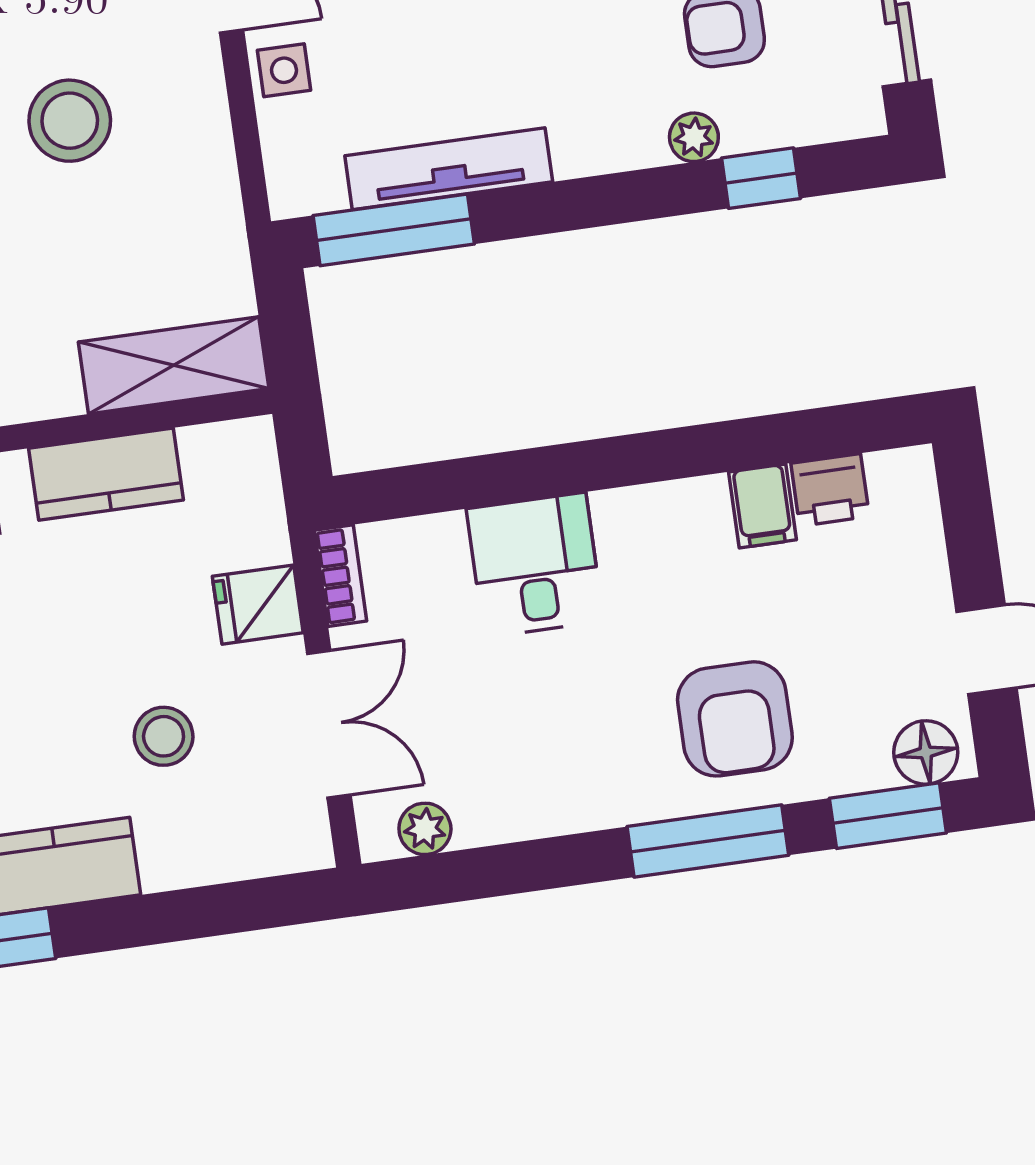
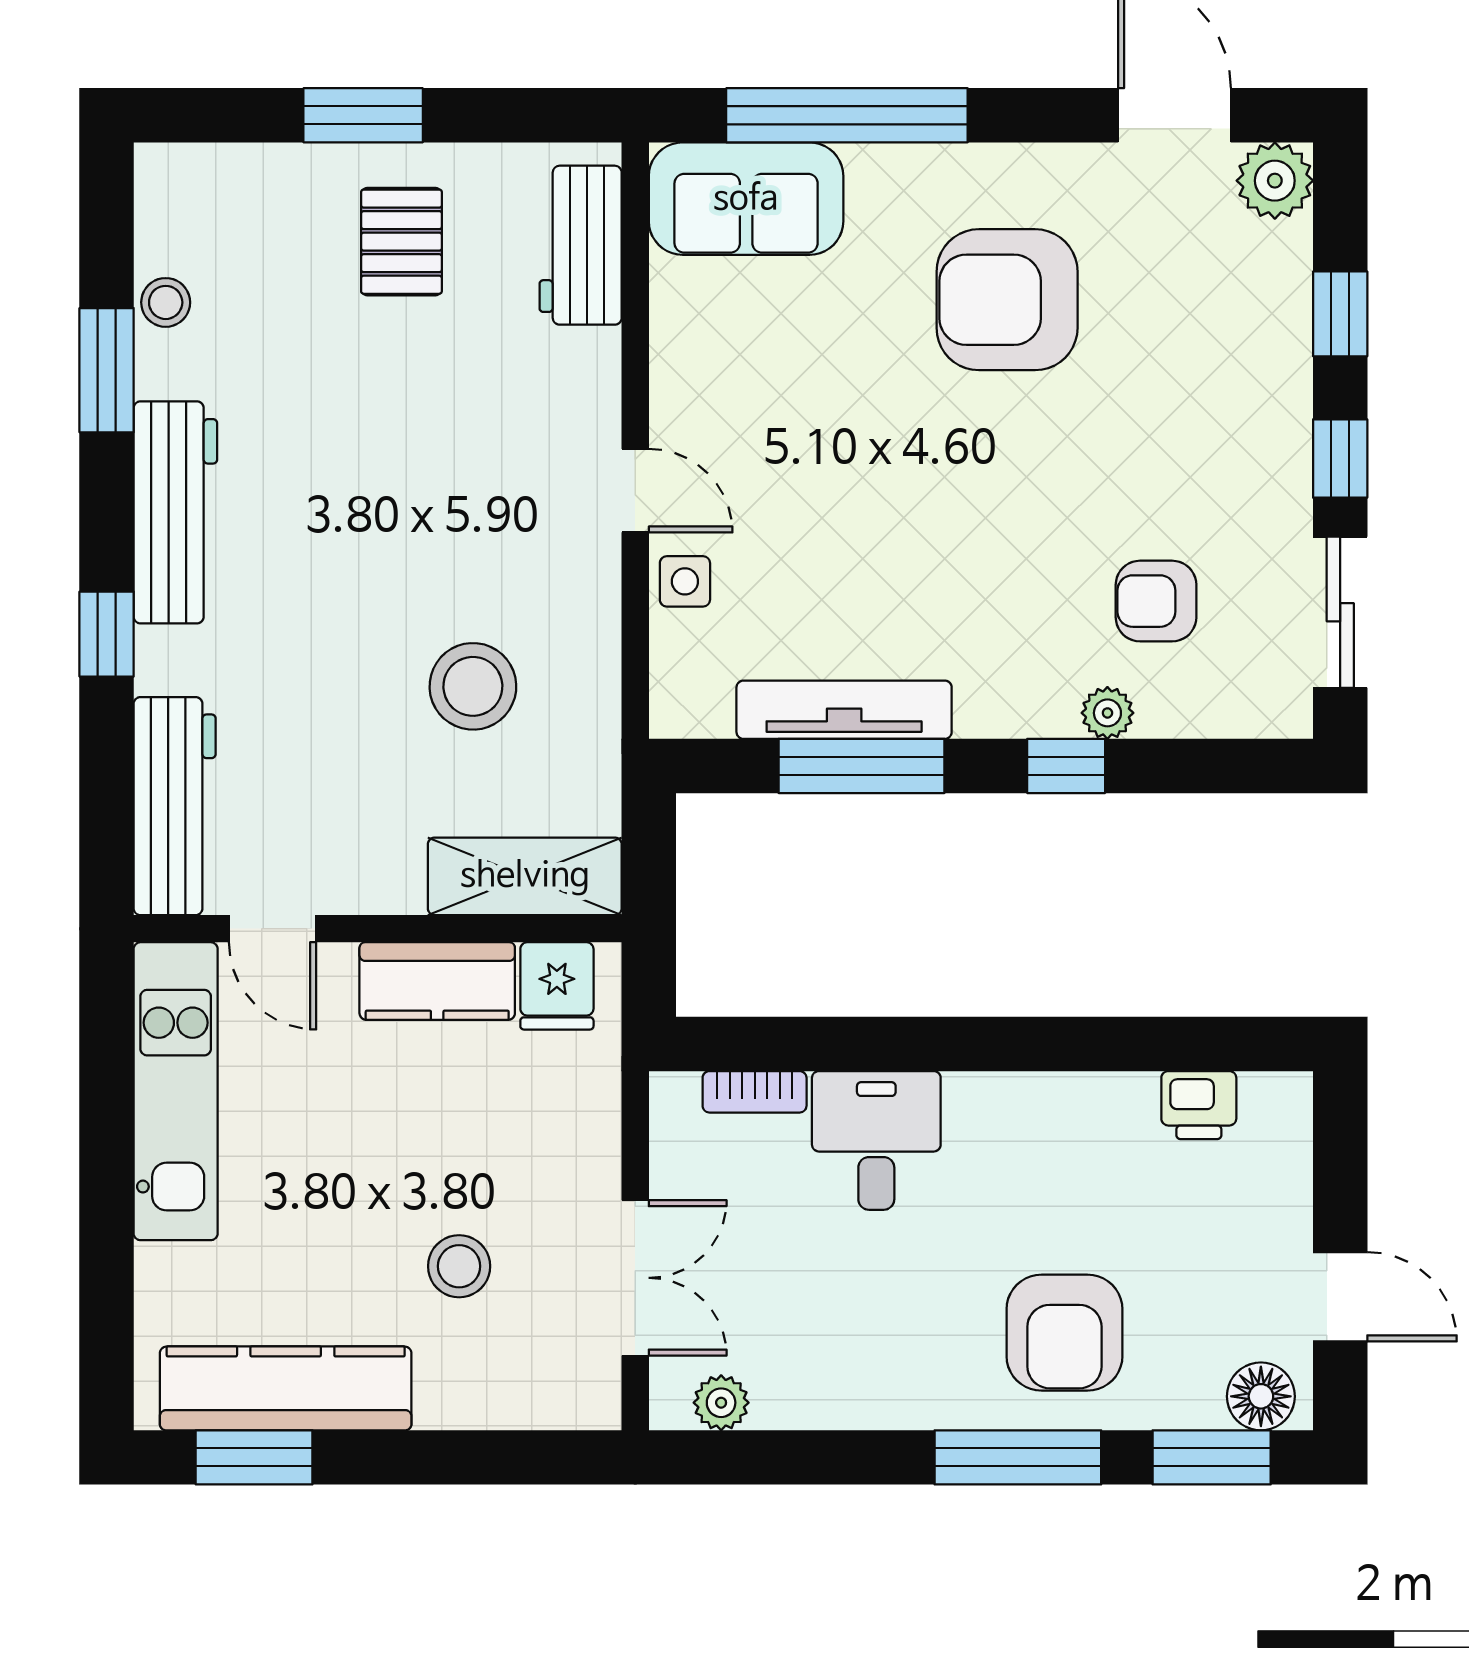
stool: (70, 121) -> (473, 686), moved
window: (761, 178) -> (1066, 766), moved
window: (394, 230) -> (861, 766), moved
filing cabinet: (763, 506) -> (1125, 1112), removed
bookcase: (341, 576) -> (755, 1092), moved, turned 90
fridge: (258, 605) -> (557, 986), moved, turned -90

